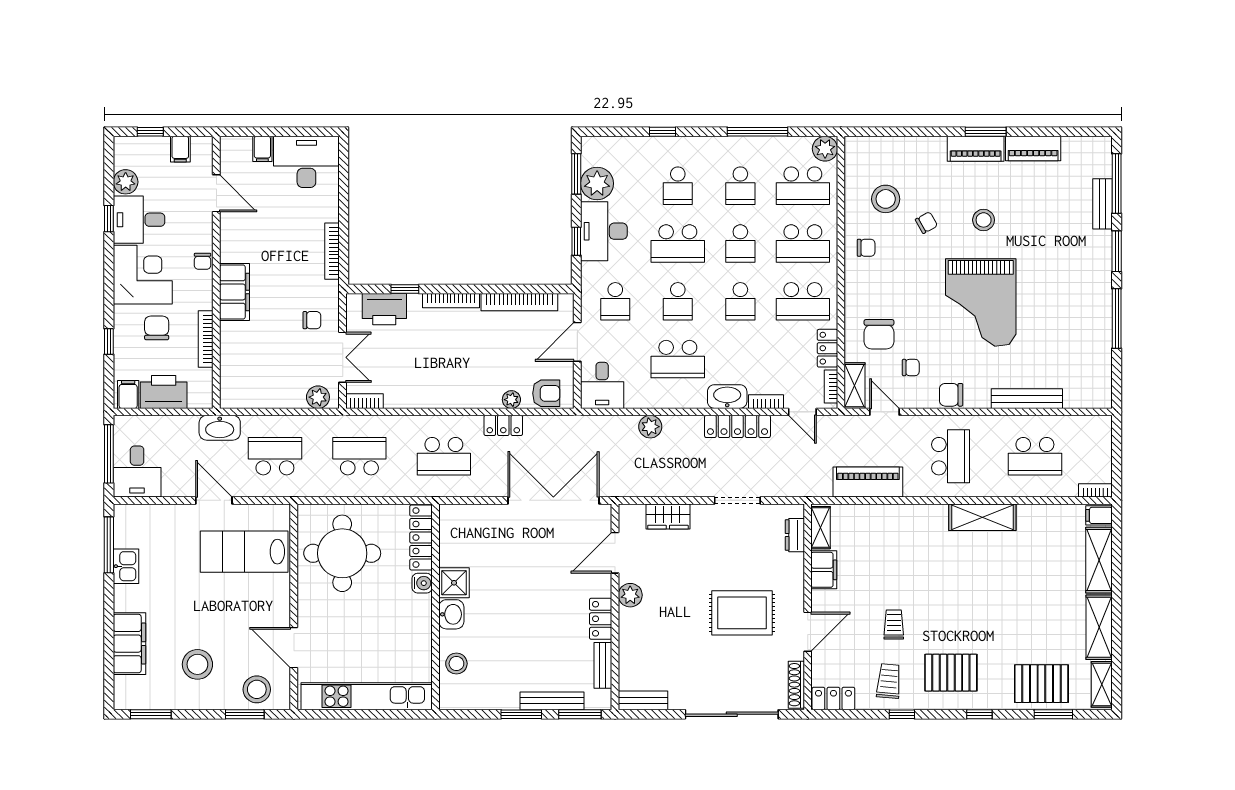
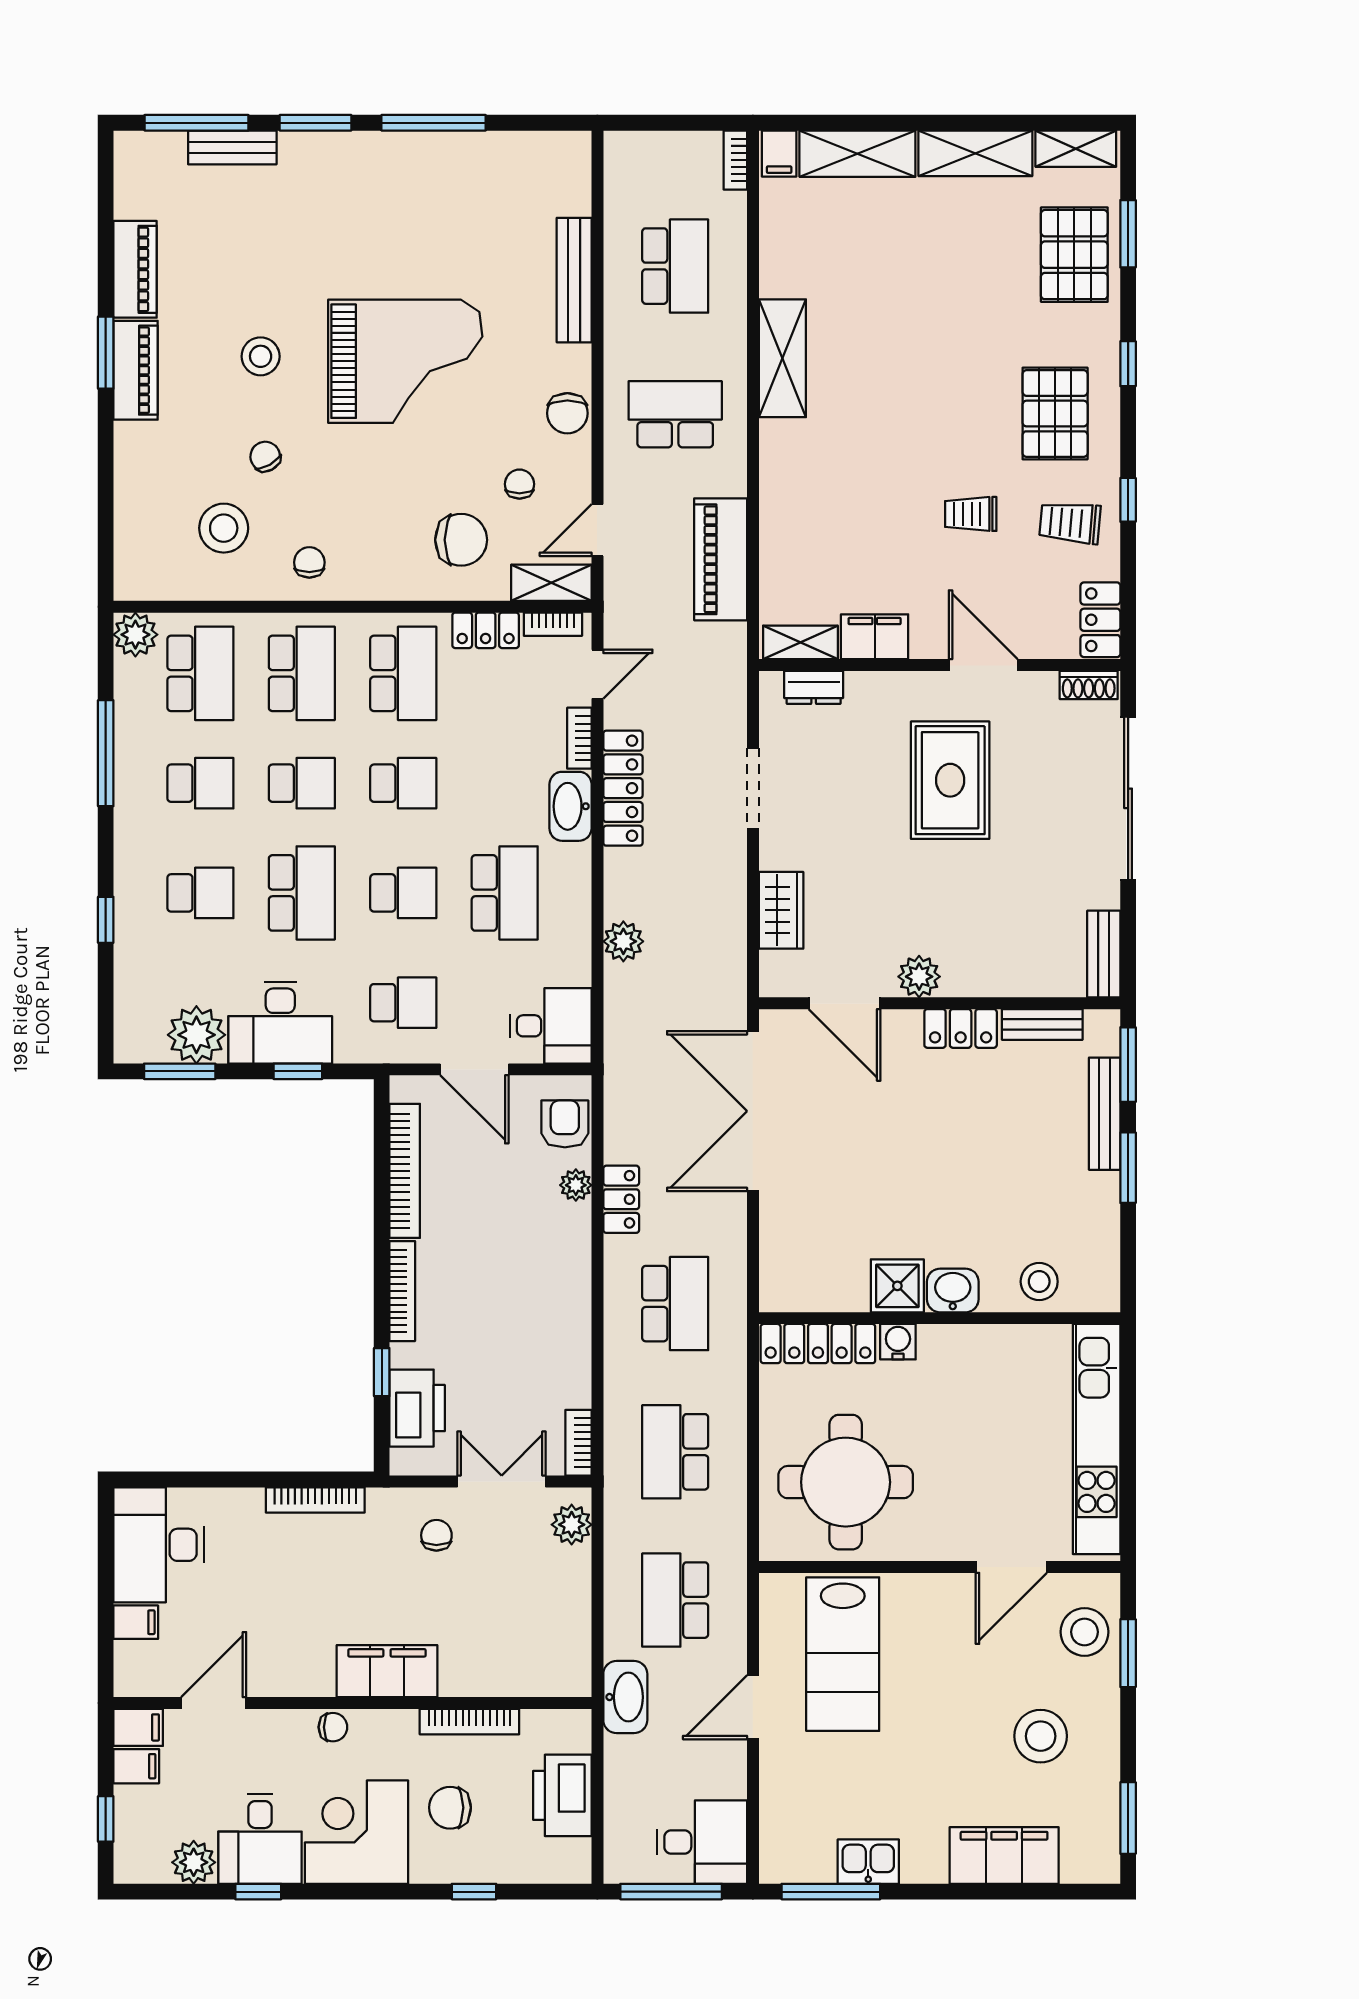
filing cabinet: (128, 394) -> (138, 1727), moved, turned 180
shoe rack: (796, 685) -> (1089, 685), width x0.70

